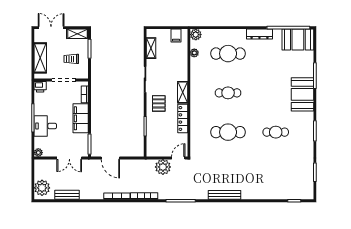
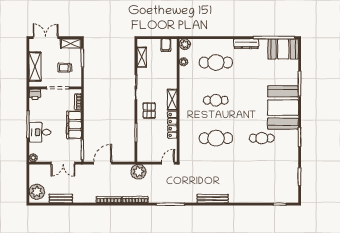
booth: (302, 94) -> (283, 108), width x1.36, depth x1.42
door: (110, 158) -> (103, 163), swing flipped
plant: (163, 167) -> (138, 172), moved

